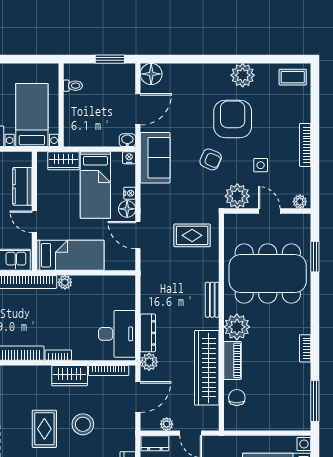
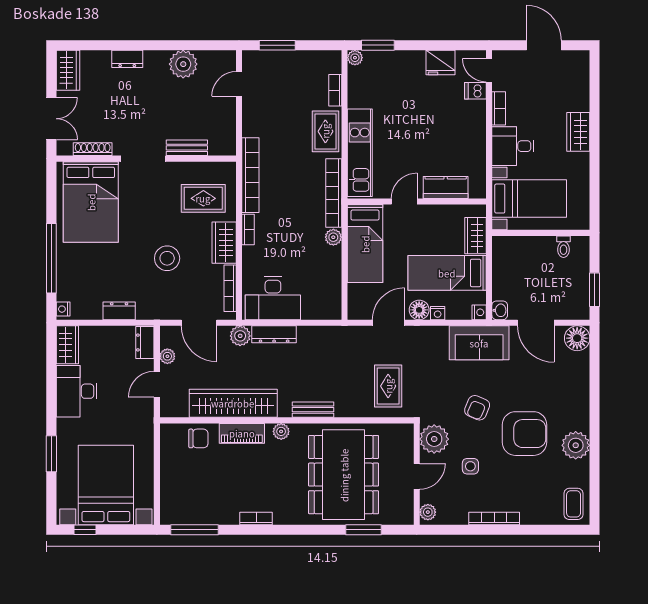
plant: (237, 327) -> (281, 431), width x0.53, depth x0.53
rug: (44, 429) -> (203, 198), moved

